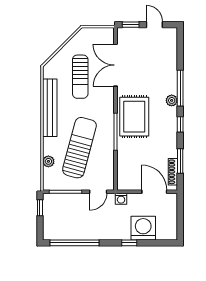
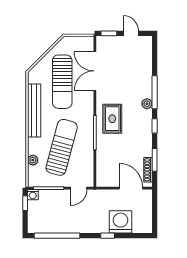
sun lounger: (80, 77) -> (62, 82), width x1.36, depth x1.34
rug: (134, 117) -> (112, 119), width x0.73, depth x0.70
washing machine: (121, 199) -> (33, 195), moved

